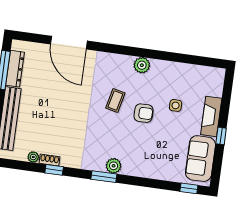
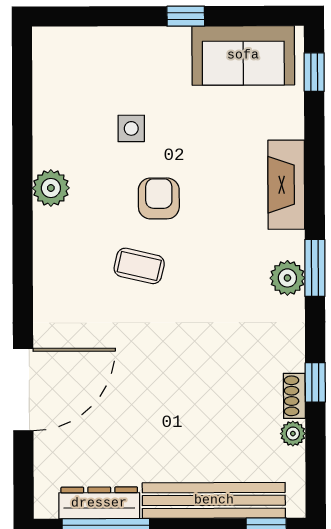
plant: (142, 65) -> (51, 188), moved
fireplace: (211, 116) -> (286, 185), moved, turned 90
plant: (114, 166) -> (287, 278), moved

